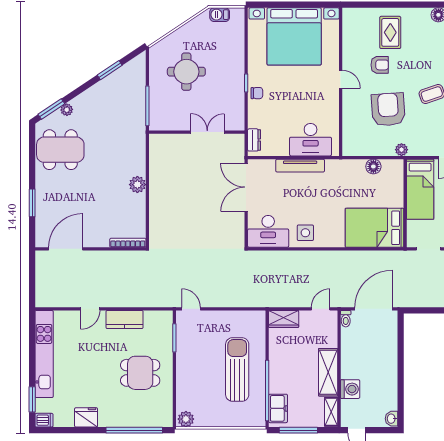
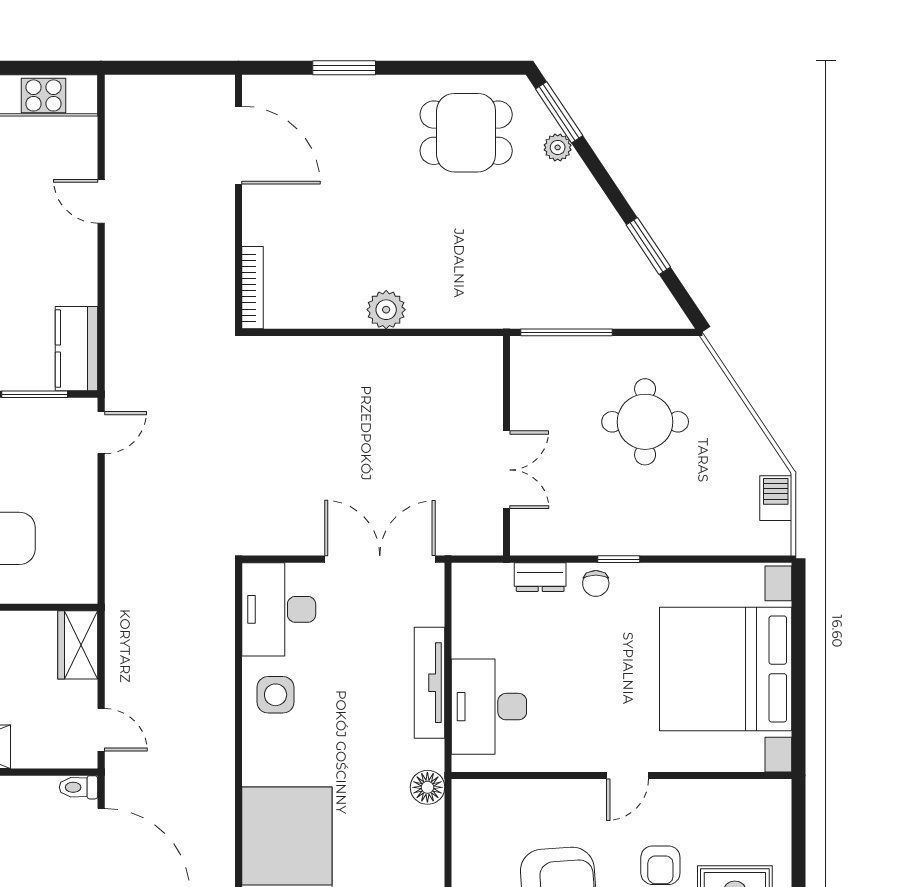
dresser: (254, 140) -> (540, 577), moved
dining table: (60, 150) -> (466, 133), width x0.73
floor lamp: (373, 166) -> (427, 787), moved
kitchen counter: (125, 320) -> (77, 349), moved

